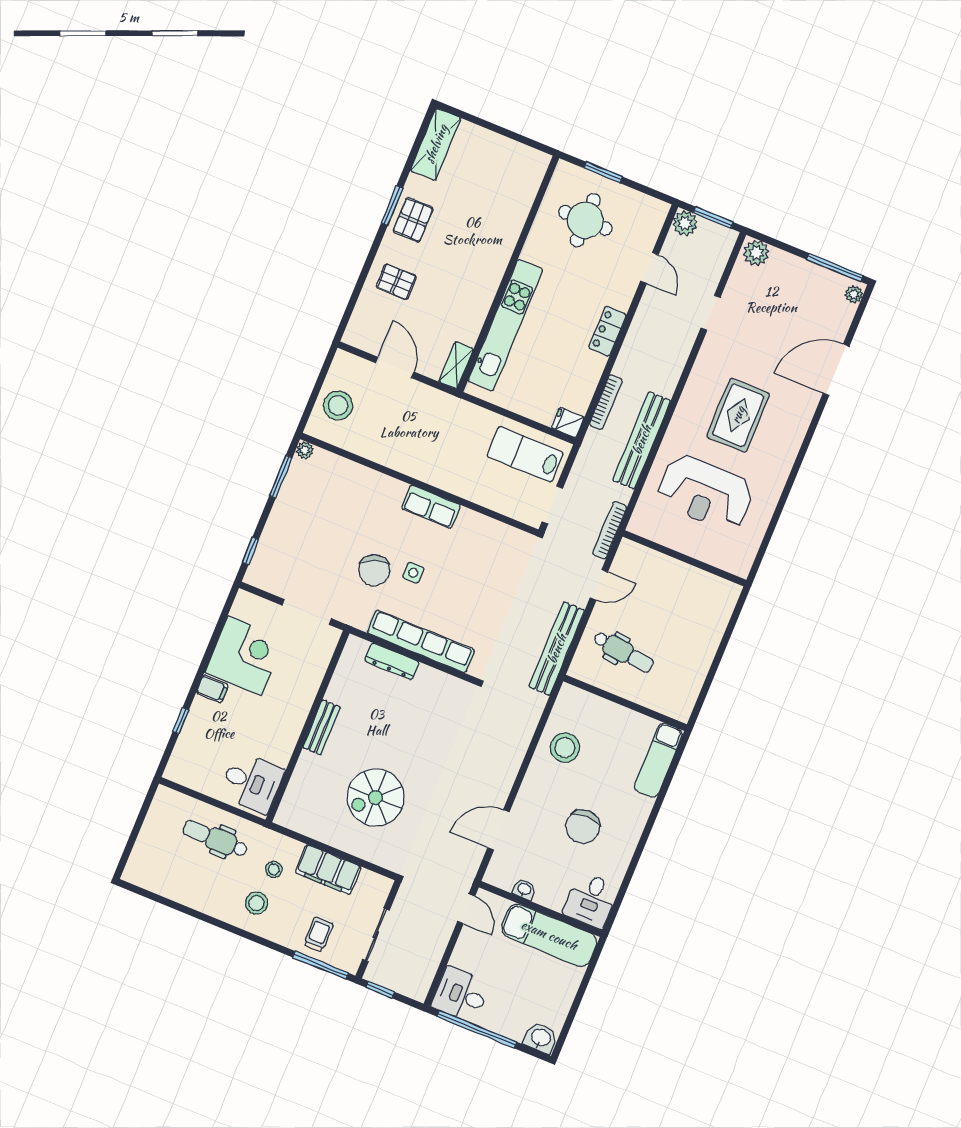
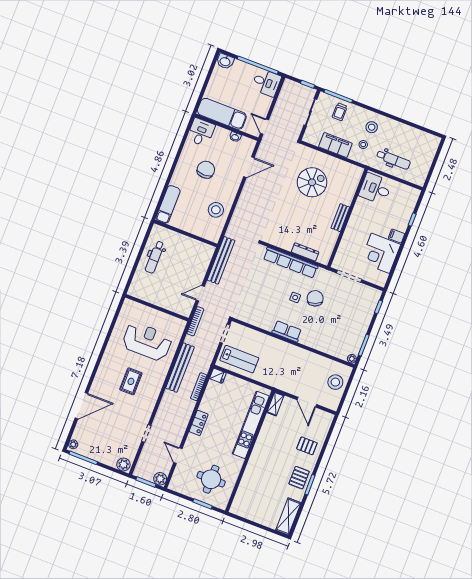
rug: (738, 415) -> (131, 381), width x0.73, depth x0.70
dental chair: (623, 652) -> (155, 257), moved, turned -97

